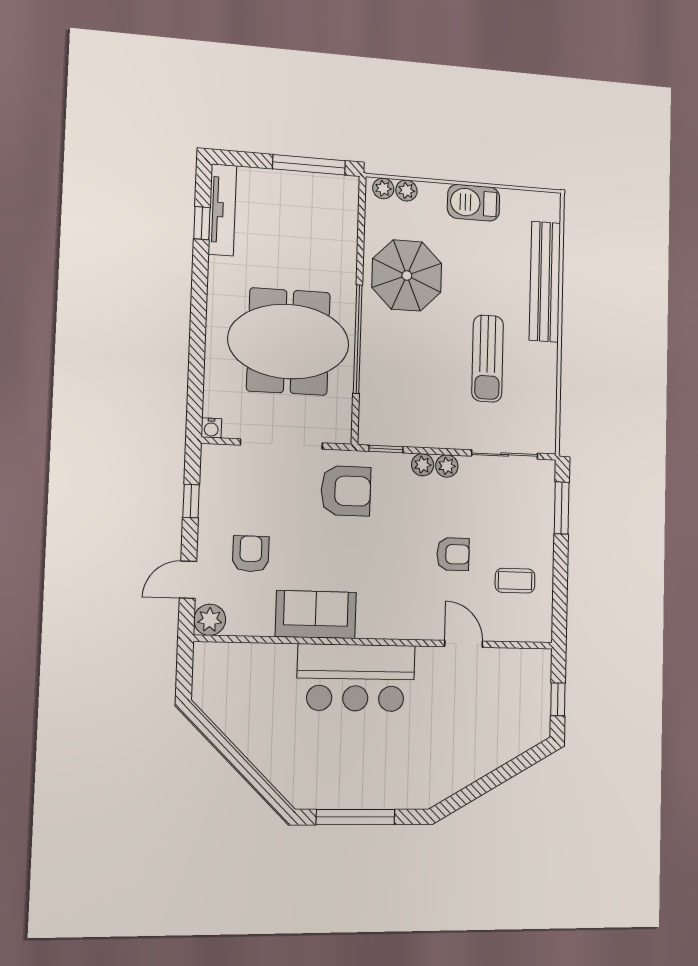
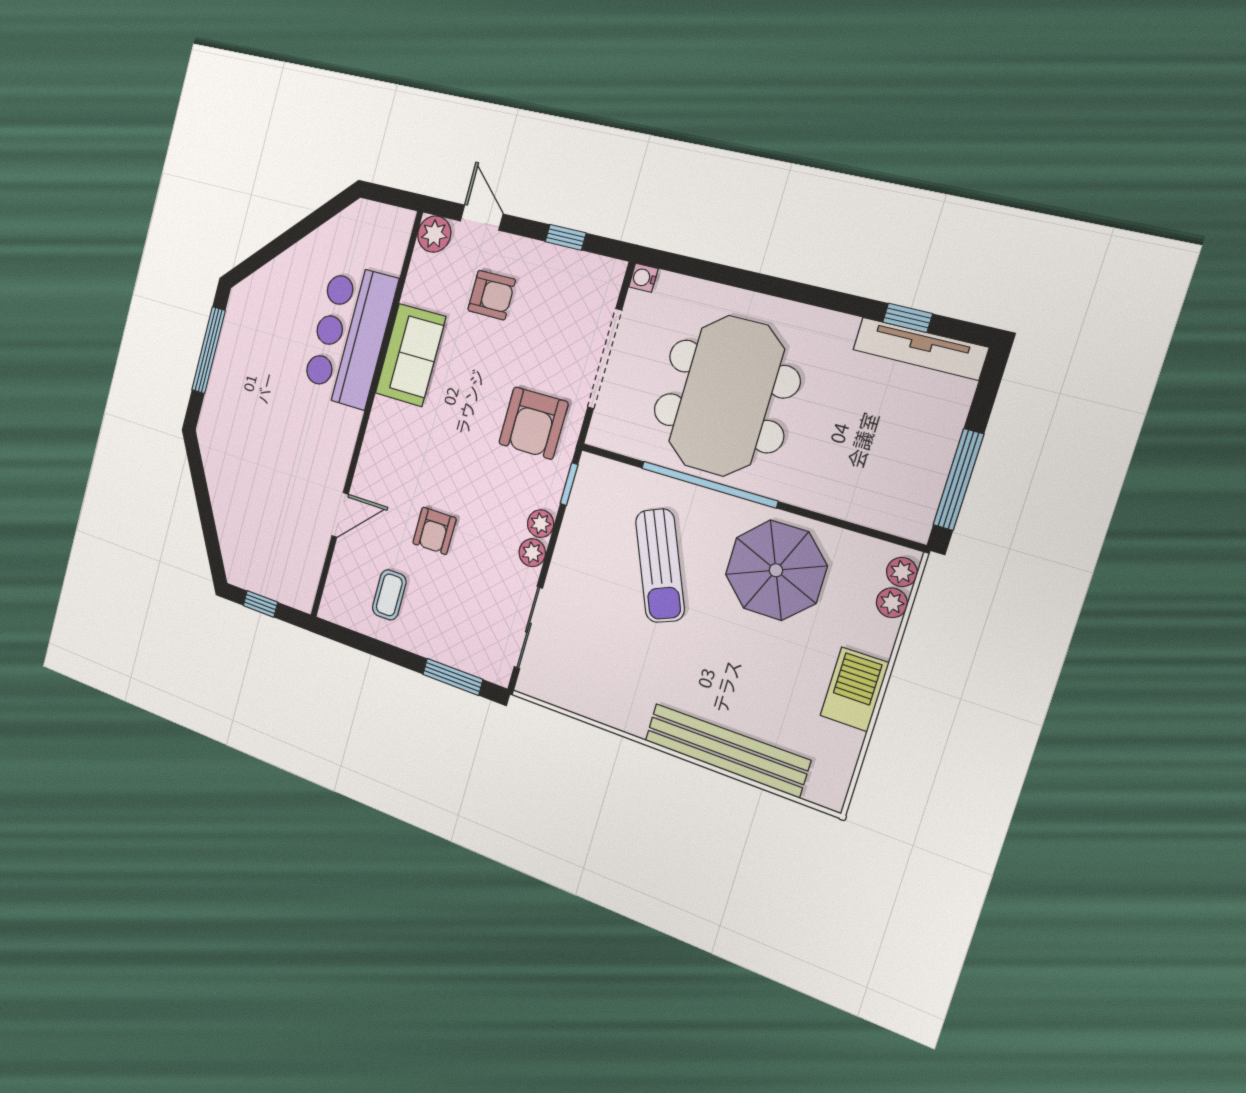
sun lounger: (488, 358) -> (660, 566), moved, turned -113
bar counter: (356, 678) -> (349, 336), moved

